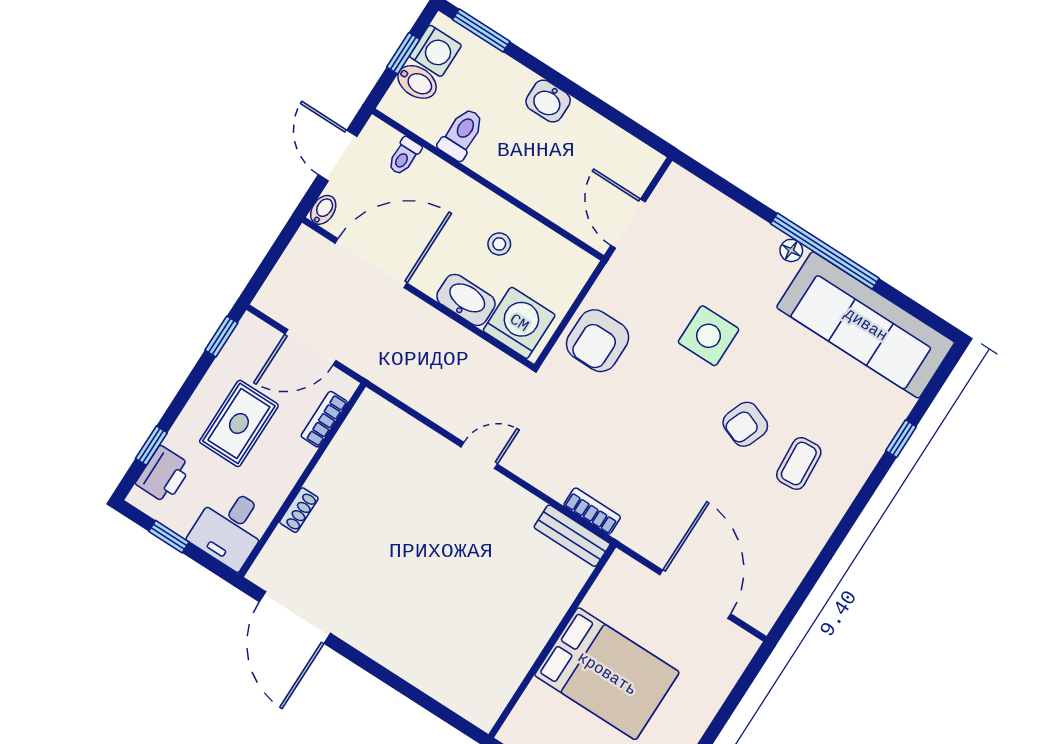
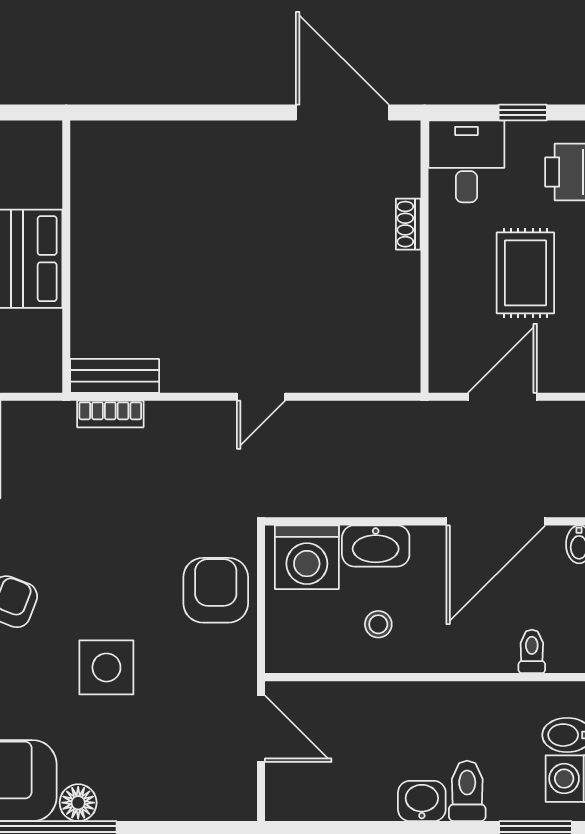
toilet: (462, 134) -> (467, 791), moved, turned 180
floor lamp: (791, 250) -> (78, 803), width x1.37, depth x1.37
bookcase: (324, 419) -> (442, 333), removed

